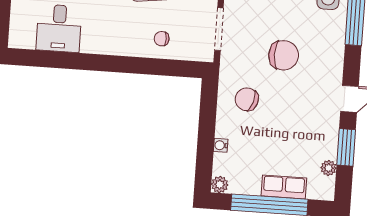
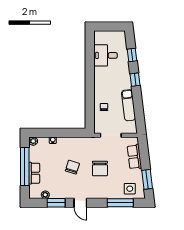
chair: (247, 99) -> (72, 167), moved

